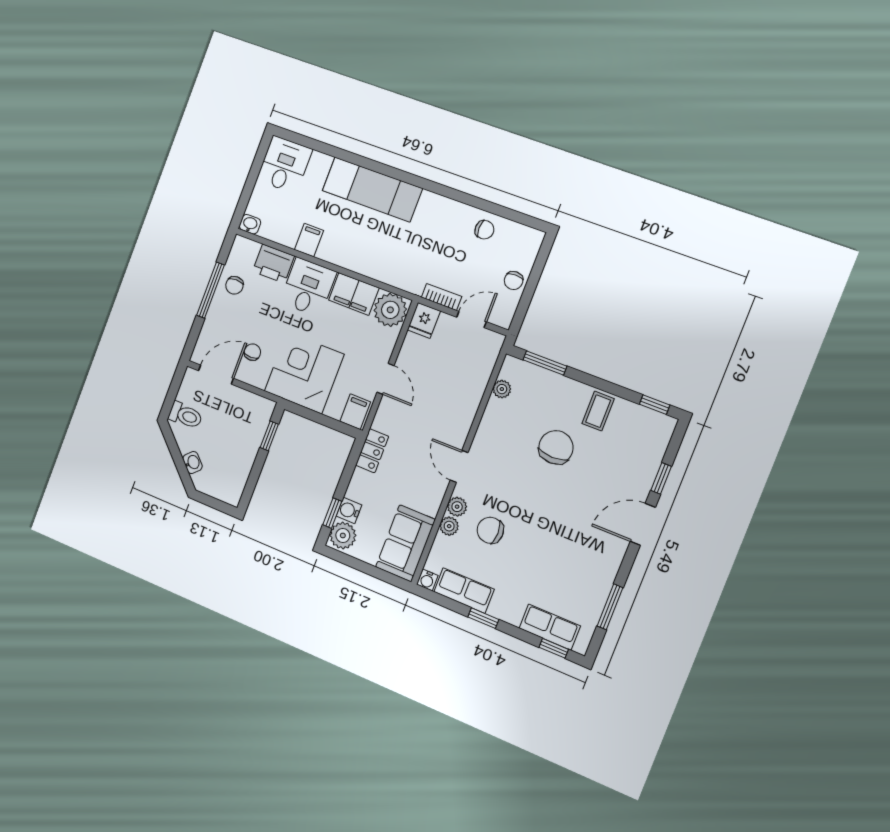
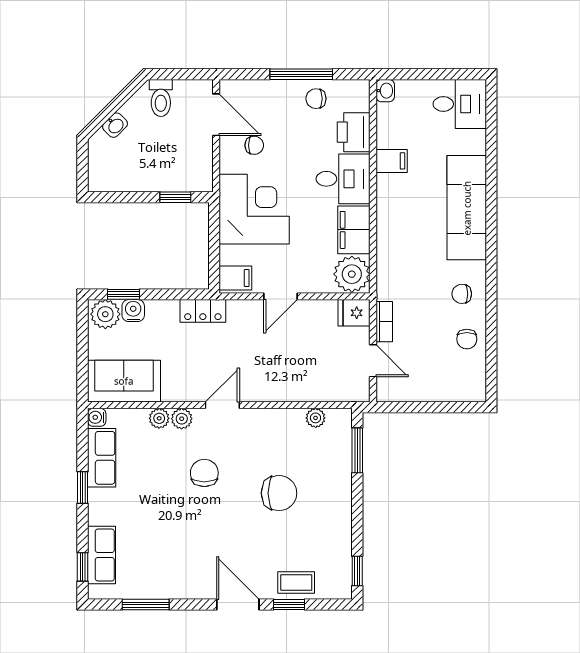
chair: (514, 281) -> (462, 294), moved
coffee table: (598, 411) -> (296, 582), moved
chair: (490, 530) -> (204, 473), moved

